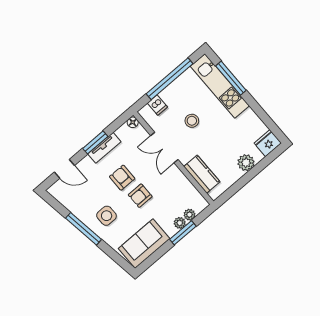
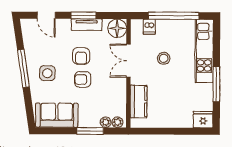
window: (231, 78) -> (216, 84), moved
floor lamp: (133, 122) -> (117, 28), width x1.89, depth x1.89
plant: (246, 163) -> (176, 120), removed
armchair: (122, 178) -> (81, 56), turned 180
plant: (180, 223) -> (117, 122), moved

